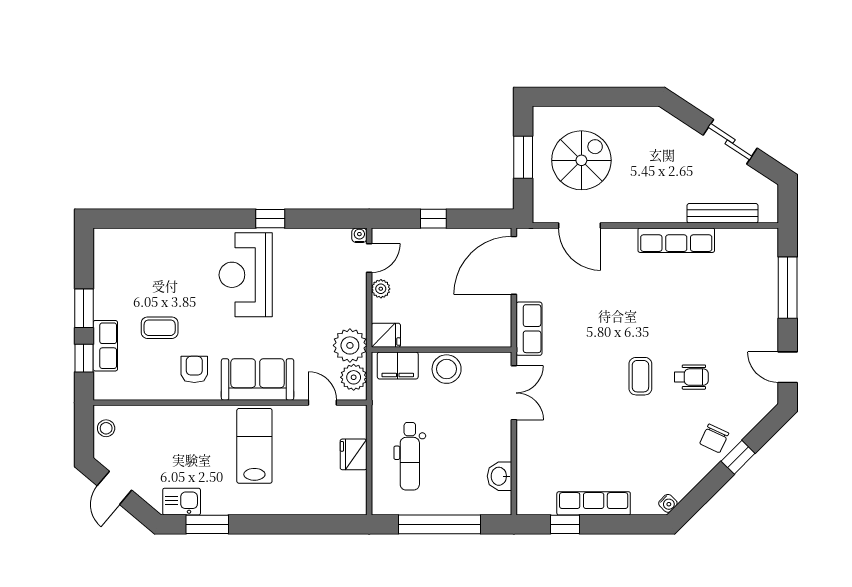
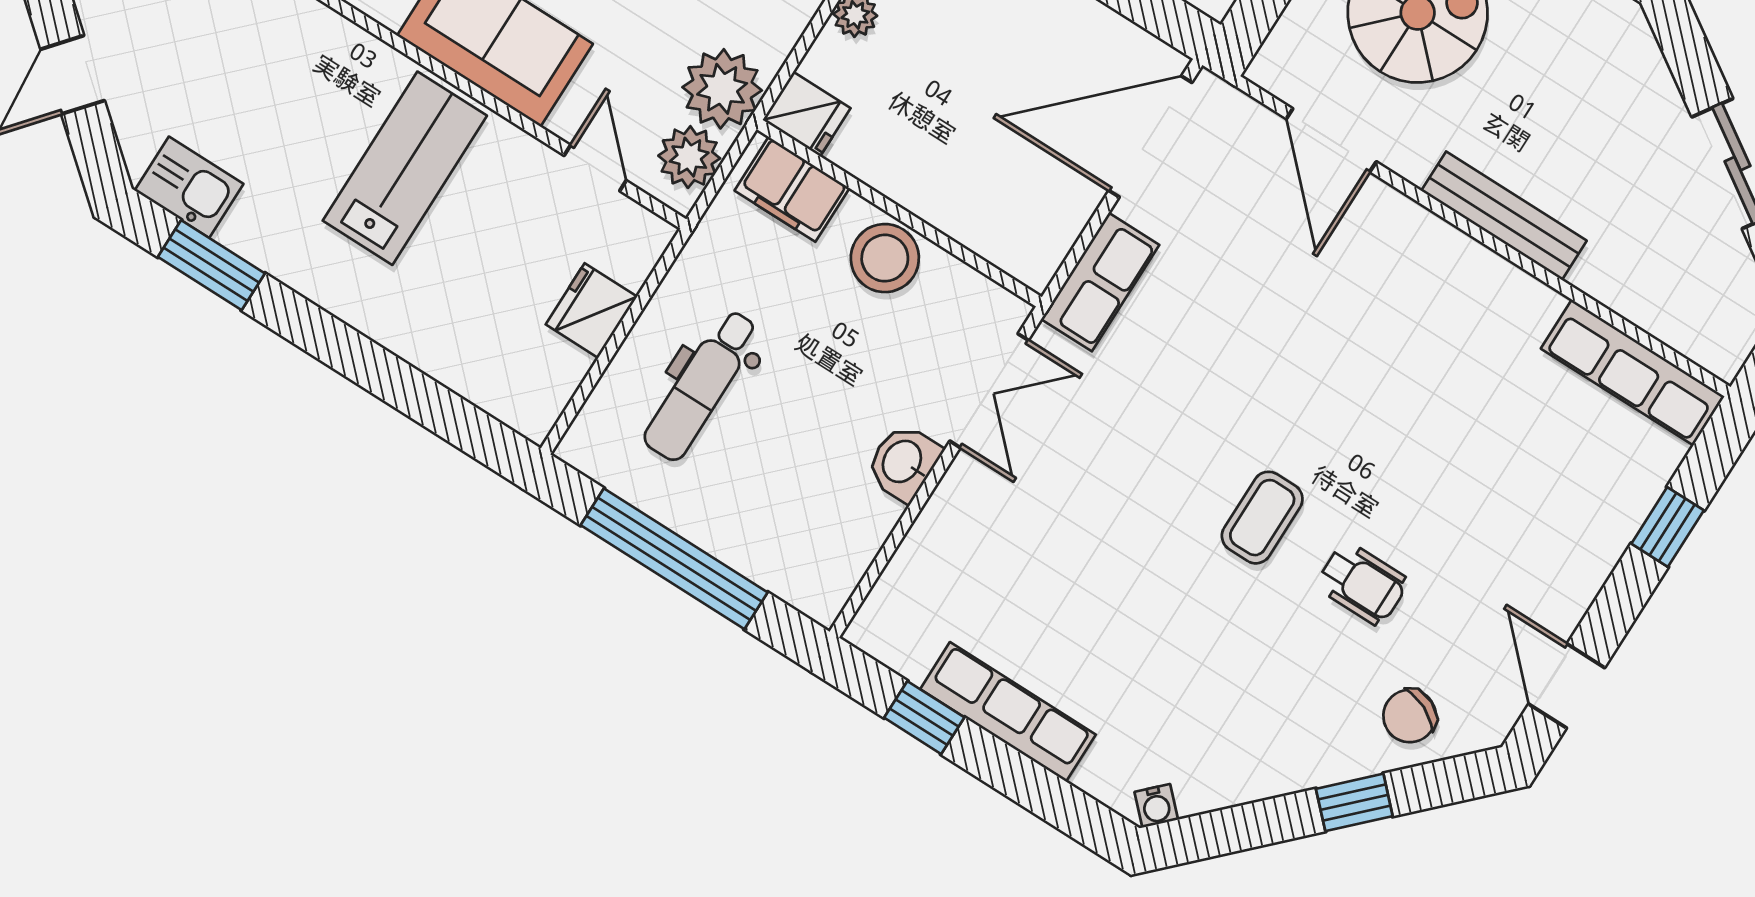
bench: (723, 213) -> (1504, 216), moved
row of seats: (676, 240) -> (1632, 372), moved
window: (788, 288) -> (1668, 527), width x0.46
chair: (714, 438) -> (1410, 716), moved
washbasin: (500, 476) -> (903, 462), moved

